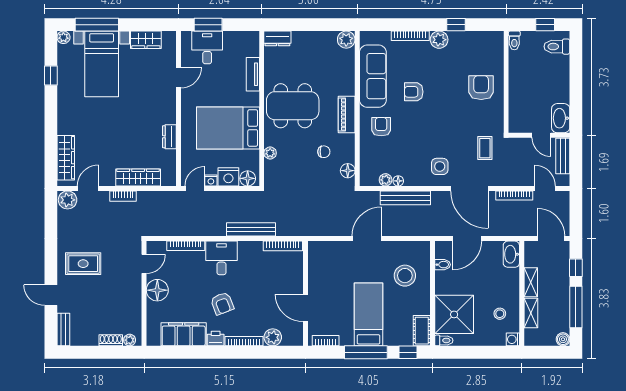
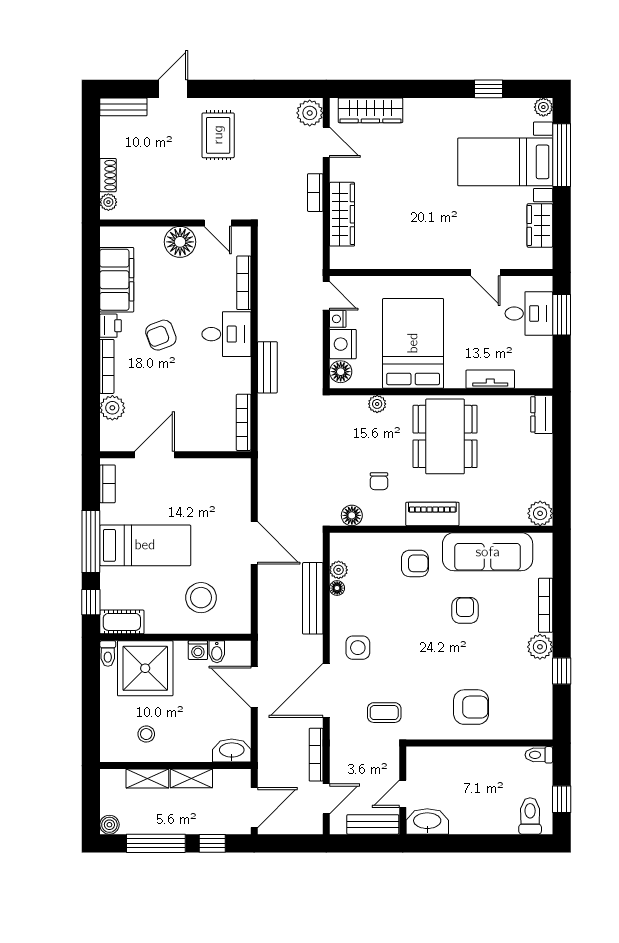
dresser: (169, 137) -> (400, 259), removed
bench: (251, 229) -> (267, 367), width x0.73
washing machine: (513, 339) -> (198, 650), moved, turned 180

